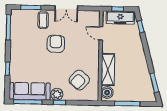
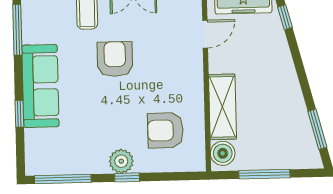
door: (101, 33) -> (205, 34), swing flipped
armchair: (79, 80) -> (165, 130), turned 48
sofa: (30, 91) -> (40, 86), moved, turned 90

